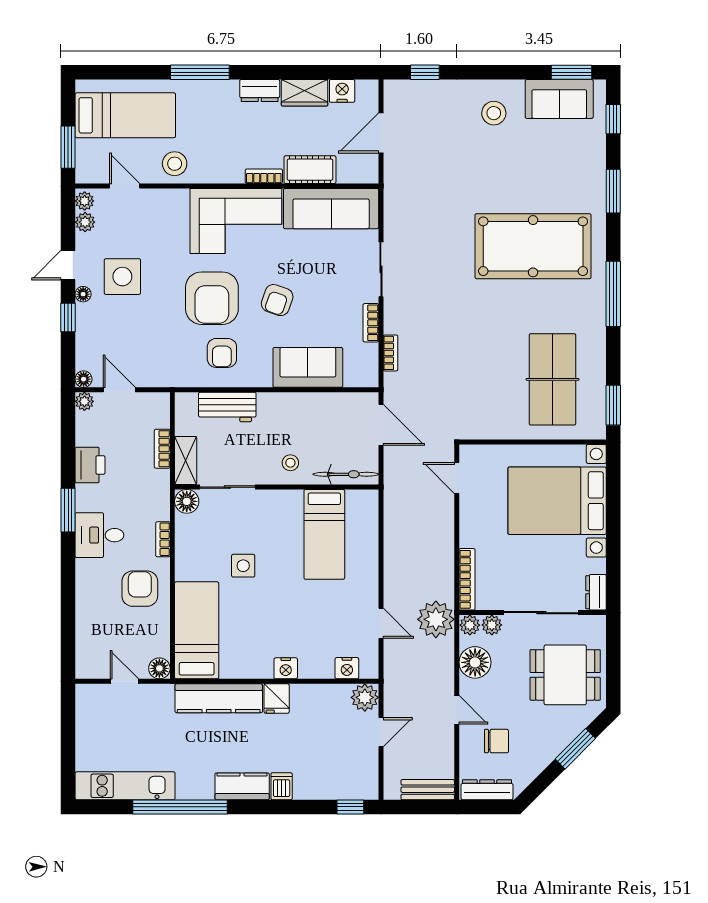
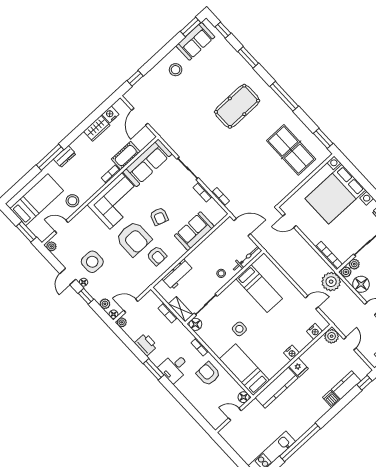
dresser: (260, 91) -> (65, 156), moved
plant: (85, 222) -> (105, 304), moved
pool table: (533, 246) -> (237, 106), width x0.73, depth x0.76
kitchen counter: (242, 786) -> (346, 385), moved

